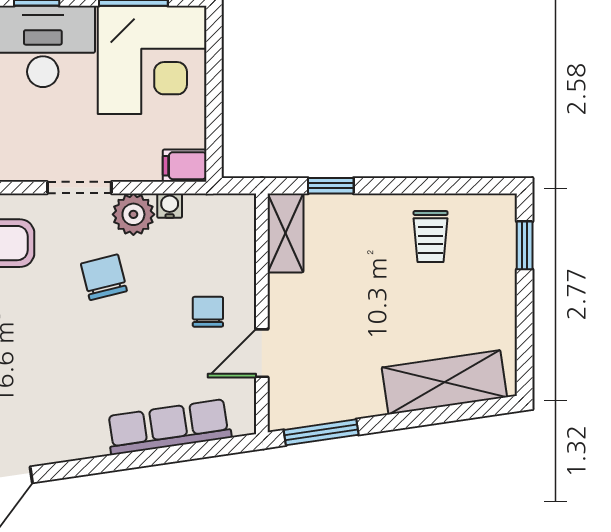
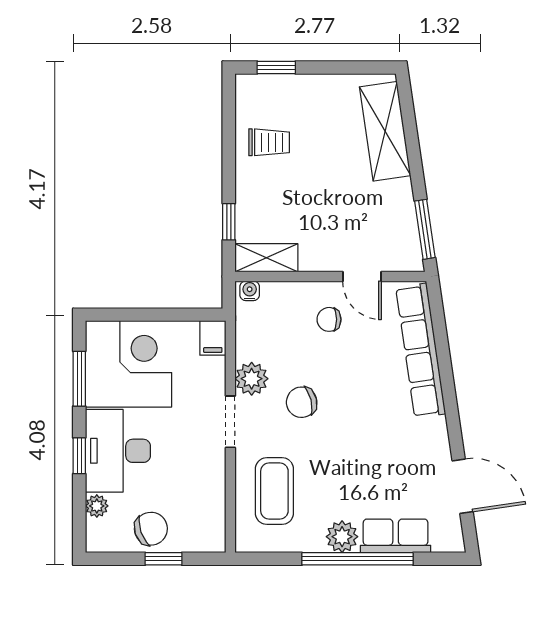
water cooler: (170, 206) -> (250, 291), moved, turned 90
row of seats: (169, 427) -> (421, 351), width x1.36

